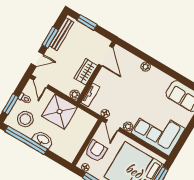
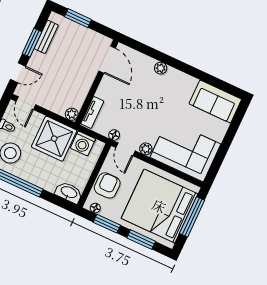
bench: (62, 34) -> (46, 37), width x0.73
wardrobe: (86, 72) -> (83, 83), removed
washing machine: (81, 117) -> (83, 143), added
washbasin: (43, 139) -> (69, 193), moved

